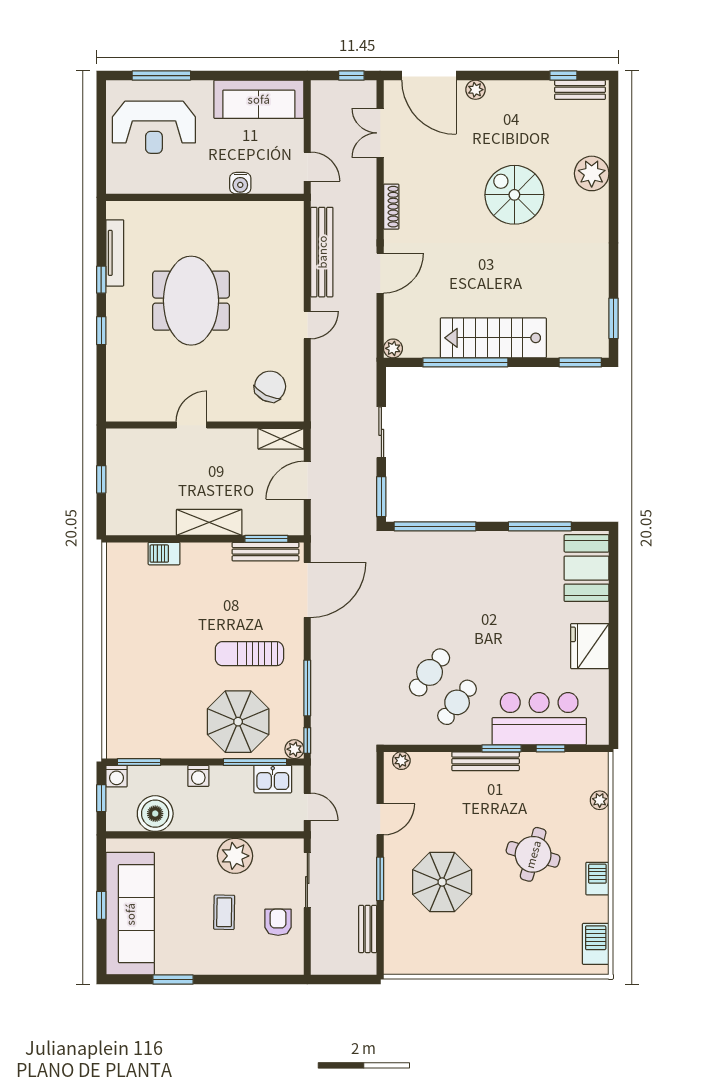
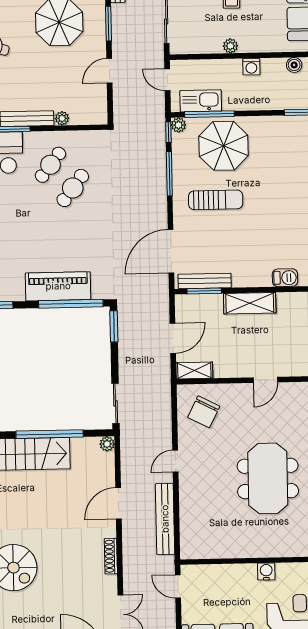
water cooler: (240, 183) -> (266, 572), moved
sliding door: (381, 432) -> (116, 403), moved
piano: (451, 549) -> (58, 286), added
plant: (401, 761) -> (62, 118), moved
washing machine: (198, 776) -> (251, 67), moved, turned 180
kitchen sink: (273, 779) -> (201, 101), width x1.38
boiler: (155, 814) -> (294, 65), width x0.54, depth x0.54
plant: (235, 856) -> (230, 46), width x0.53, depth x0.53

